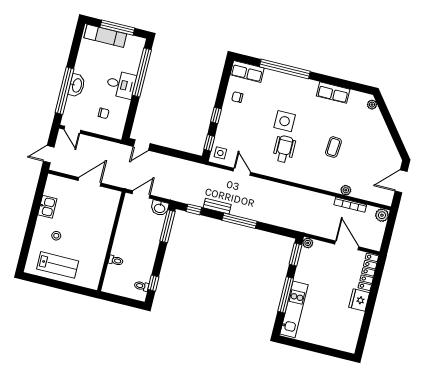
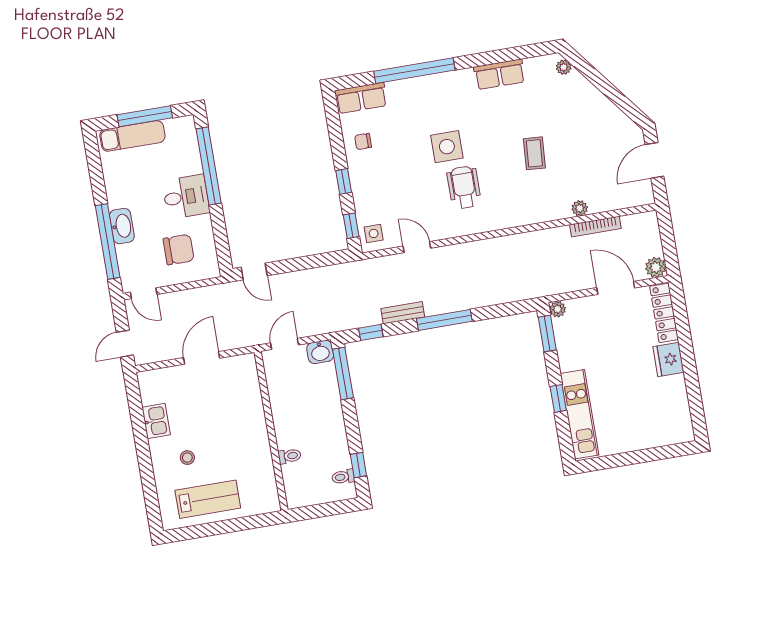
chair: (104, 113) -> (179, 250), width x1.87, depth x1.87
door: (142, 145) -> (254, 271), hinge flipped
plant: (382, 215) -> (656, 267), moved
window: (286, 295) -> (558, 398), width x0.46

